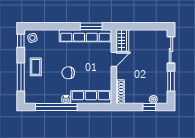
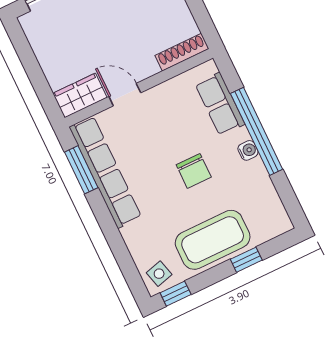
coffee table: (36, 67) -> (213, 240), width x1.86, depth x1.72
window: (21, 77) -> (246, 260), width x0.46
row of seats: (91, 97) -> (220, 104), width x0.68
window: (56, 107) -> (257, 131), moved

